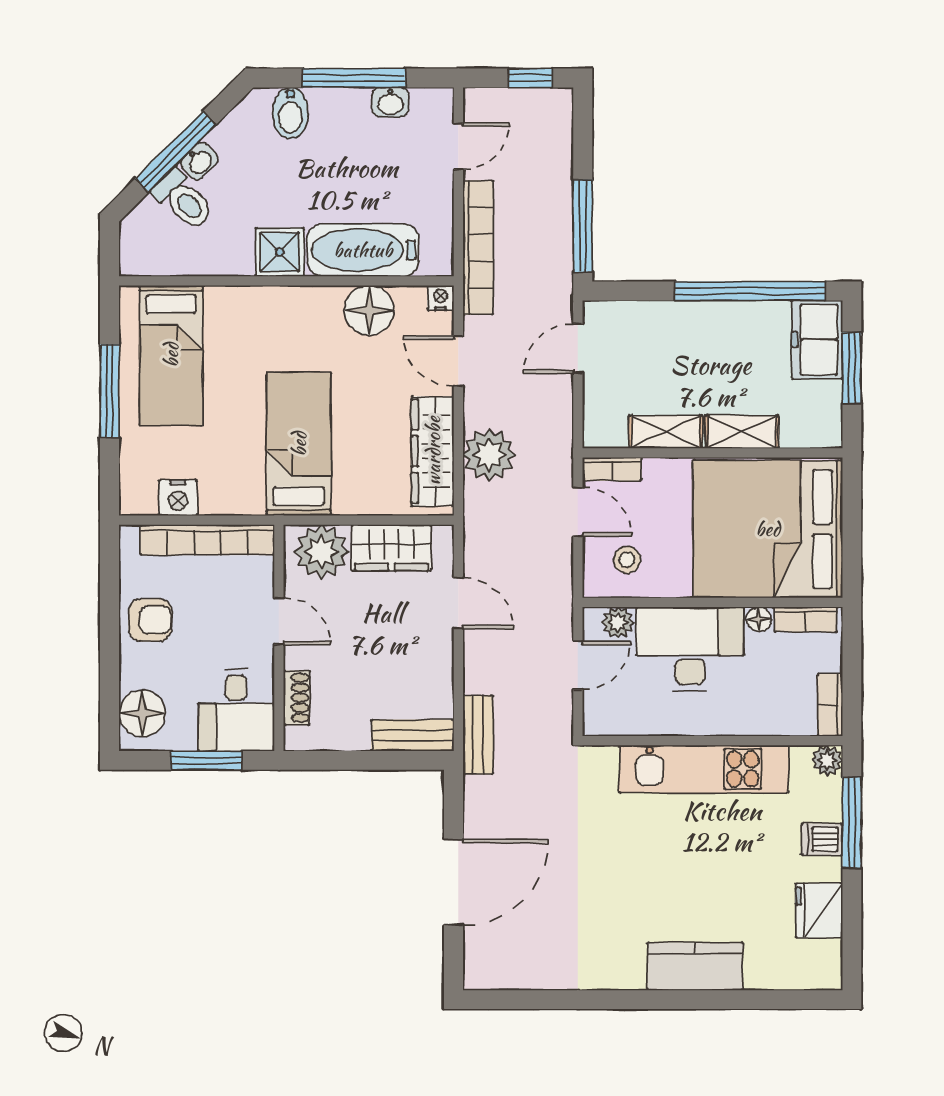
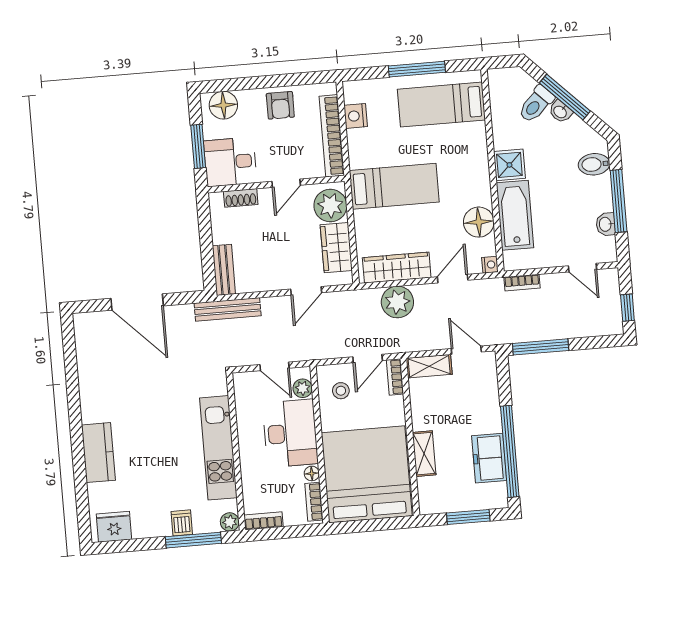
bookcase: (478, 248) -> (522, 283), width x0.43, depth x0.76
freezer: (817, 340) -> (489, 458), moved, turned -90
shelving: (666, 432) -> (429, 366), moved, turned 90
bench: (478, 735) -> (228, 309), width x1.36
fridge: (819, 910) -> (114, 527), moved

